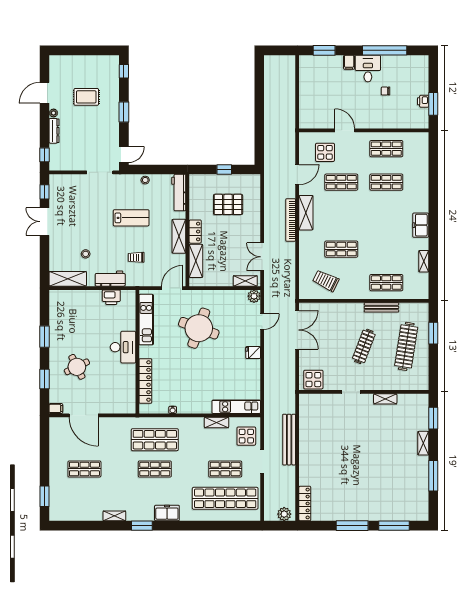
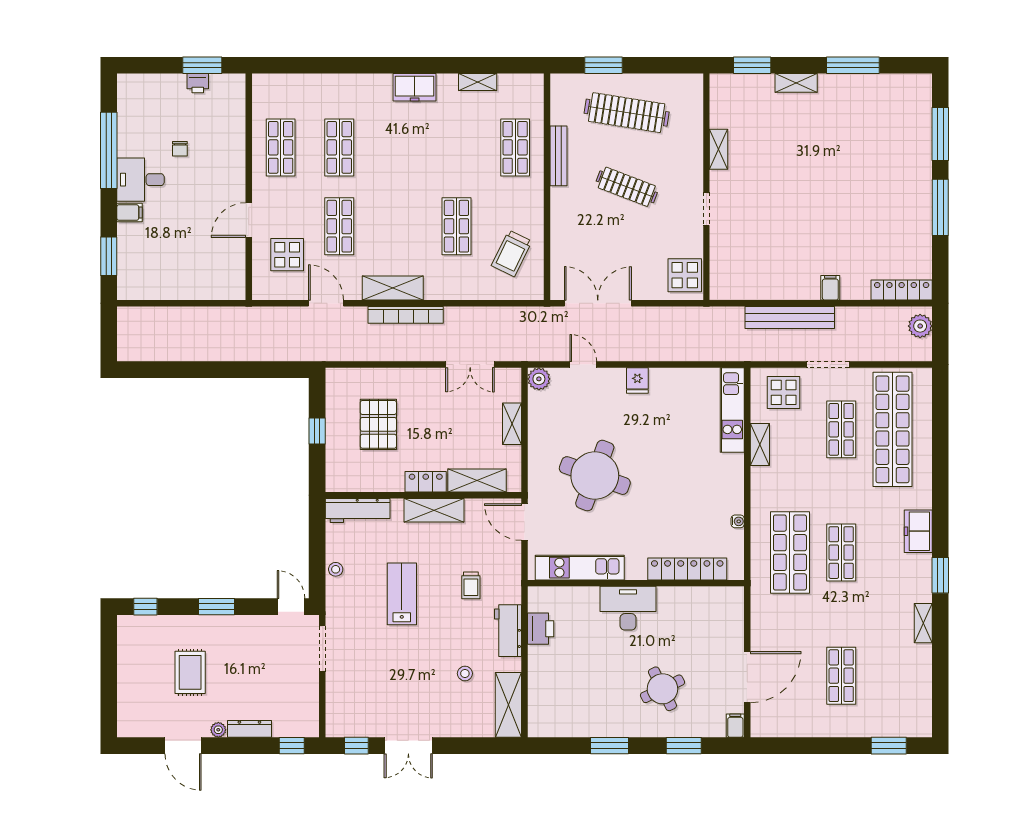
shelving: (245, 281) -> (512, 424), moved
filing cabinet: (306, 463) -> (830, 288), added

